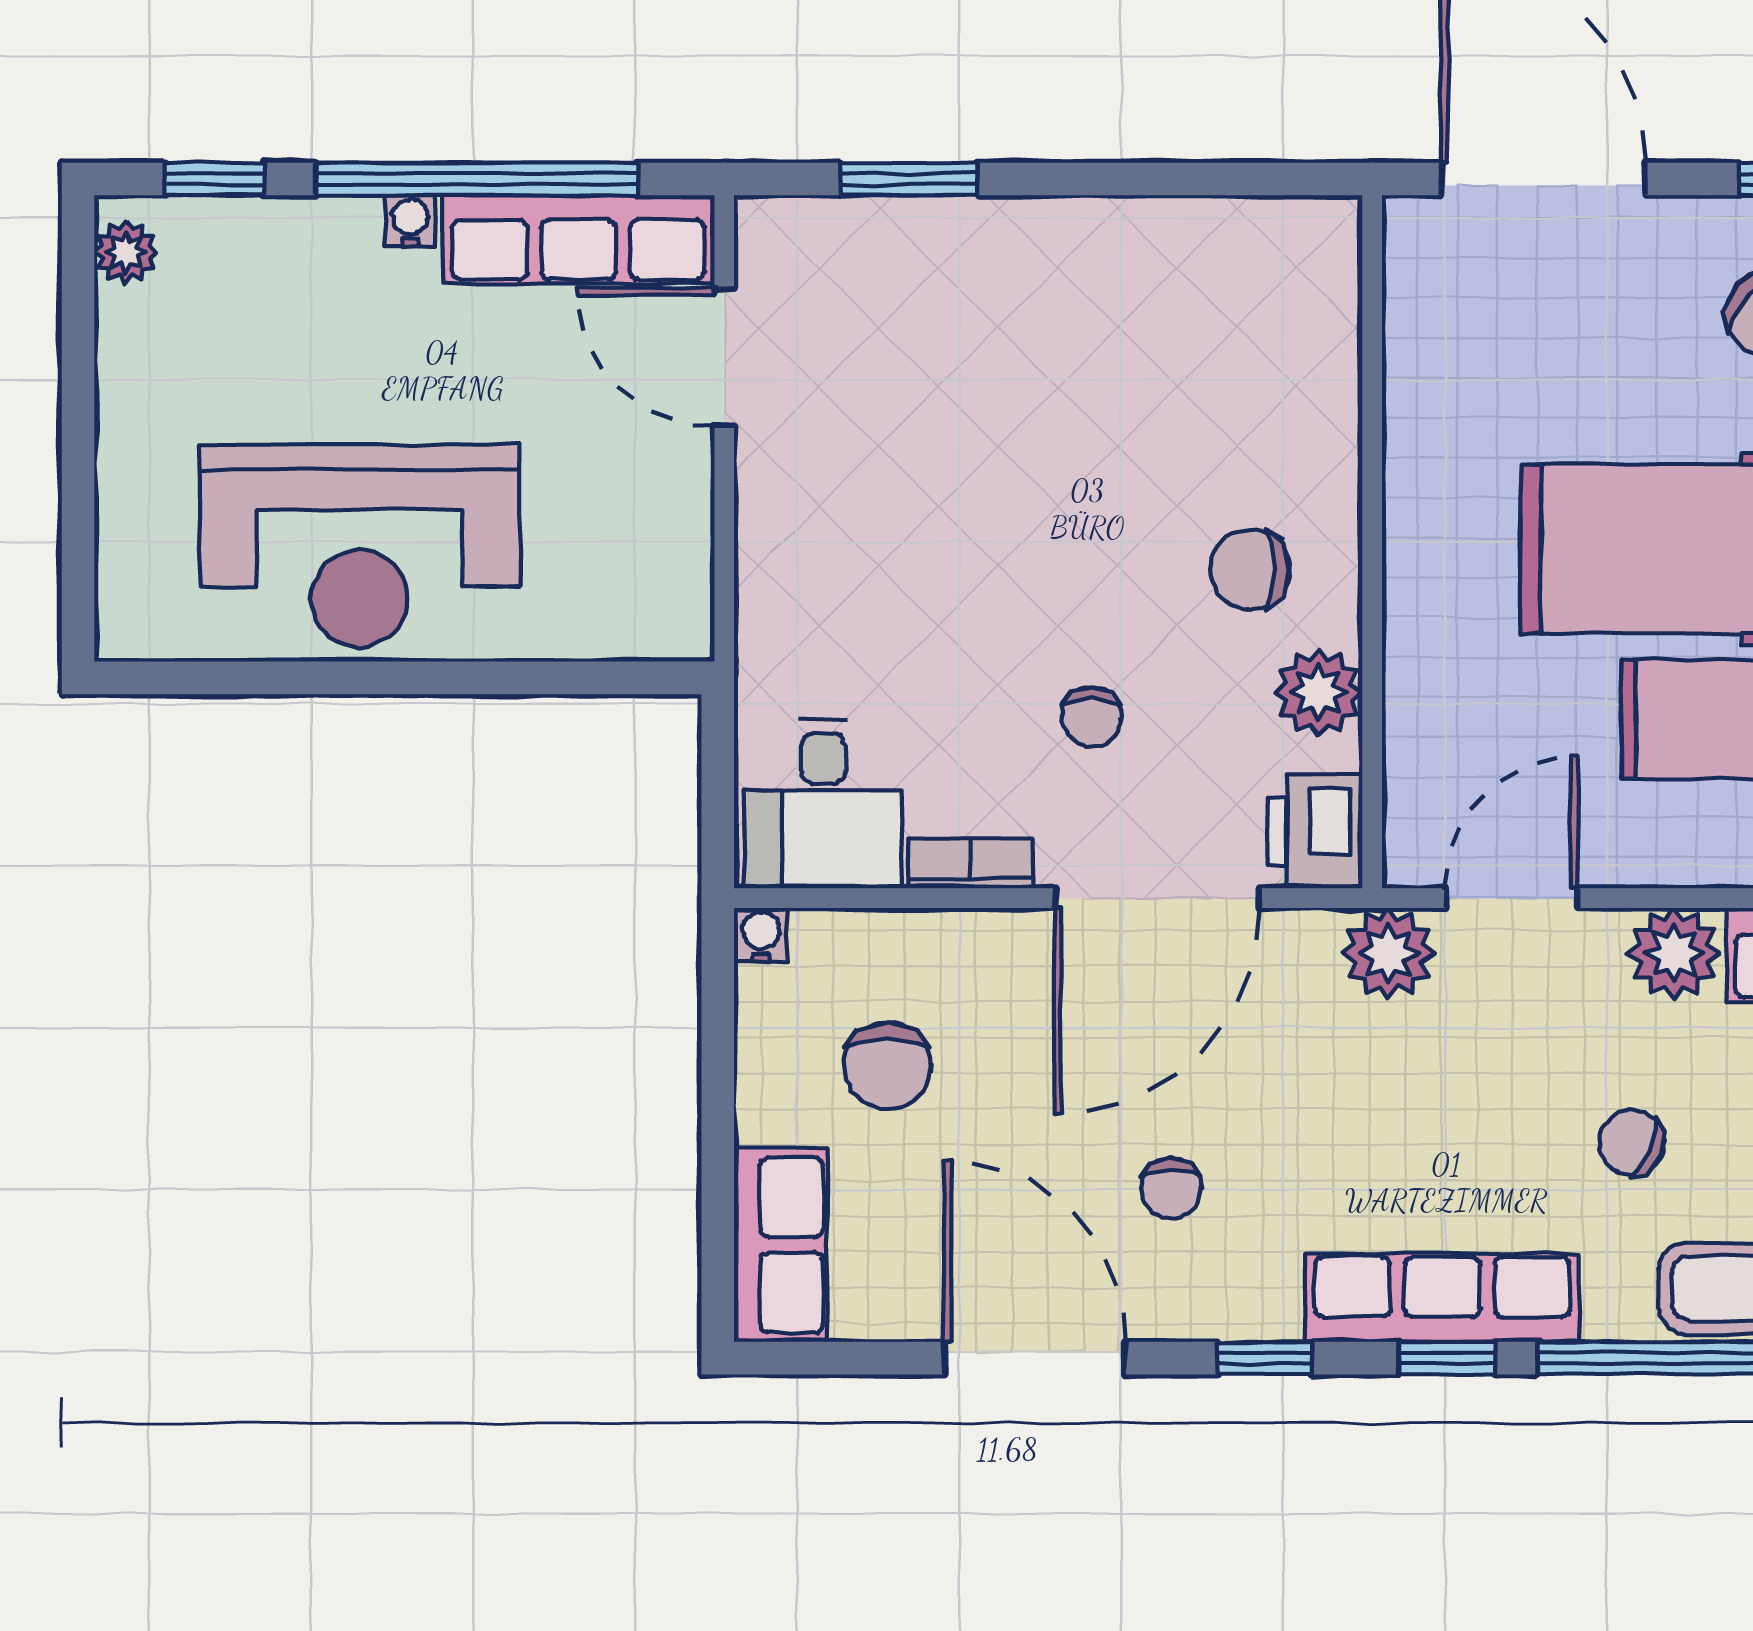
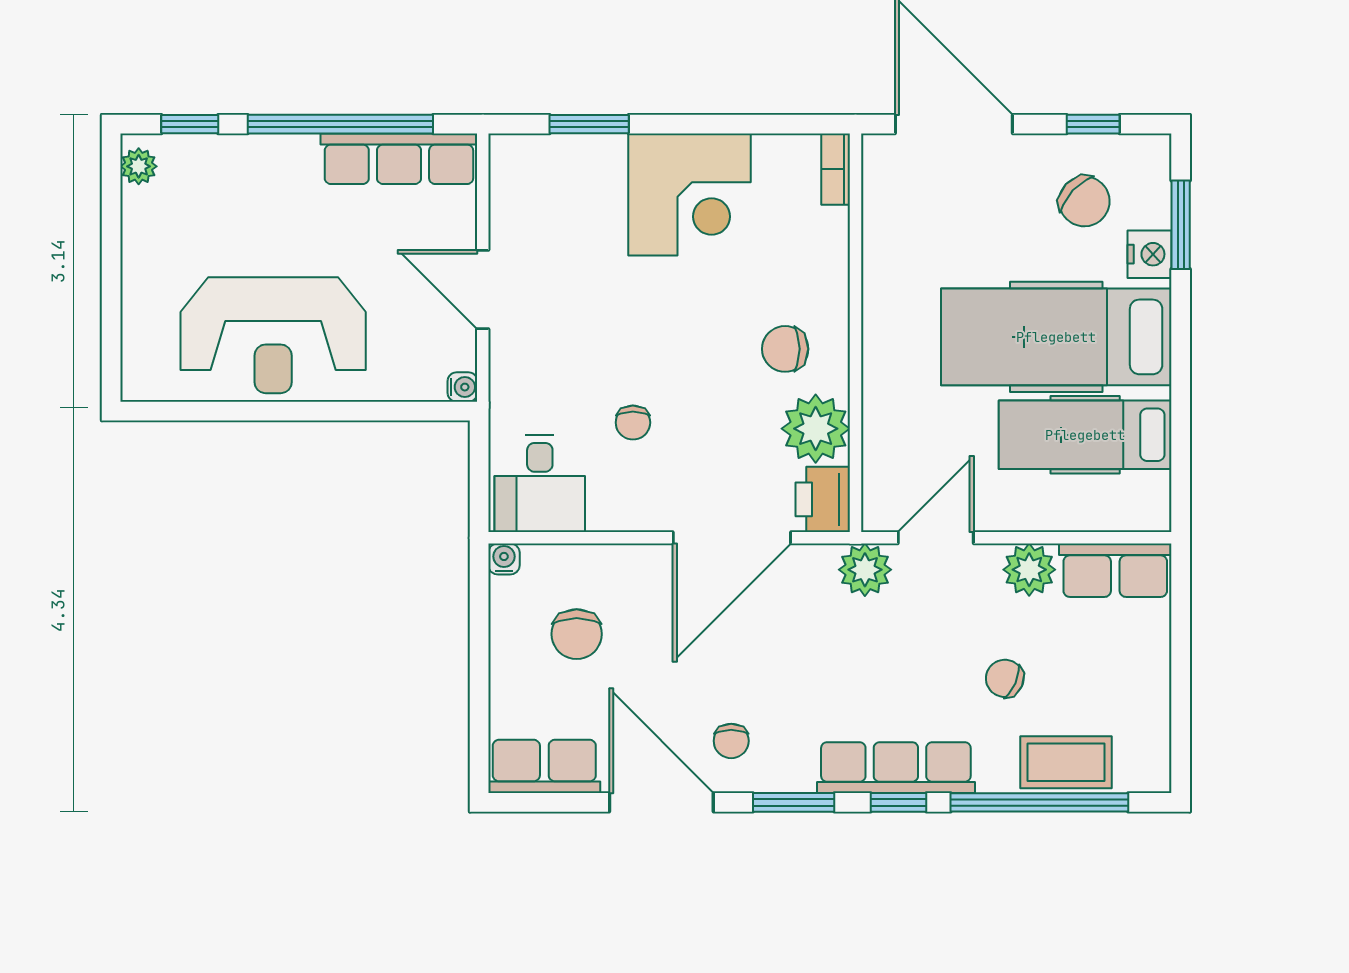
water cooler: (410, 221) -> (462, 387), moved, turned 90
corner desk: (1084, 301) -> (690, 195), added
door: (724, 357) -> (483, 289), moved
plant: (1319, 692) -> (816, 429), width x1.36, depth x1.36
chair: (1092, 717) -> (633, 423), moved
bookcase: (970, 864) -> (836, 169), moved, turned -90
chair: (1171, 1188) -> (731, 741), moved
row of seats: (780, 1245) -> (544, 766), moved, turned -90
window: (1265, 1358) -> (794, 802), width x1.50

